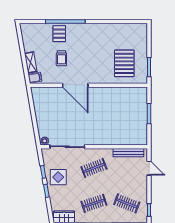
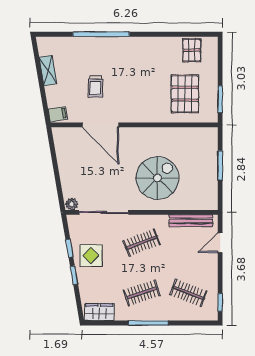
pallet: (59, 34) -> (192, 50), moved
shelving: (31, 62) -> (48, 71), moved
door: (75, 85) -> (100, 125), moved
spiral stairs: (105, 123) -> (157, 178), added
door: (149, 168) -> (220, 243), swing flipped

